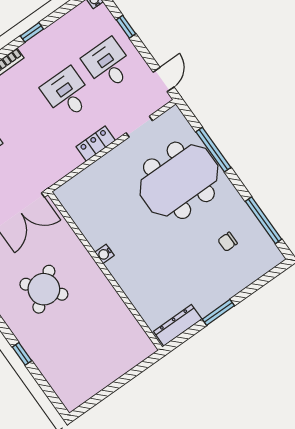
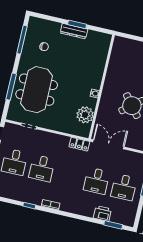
locker: (96, 144) -> (79, 144), moved
meeting table: (179, 180) -> (37, 90), turned 90
plant: (87, 215) -> (85, 115), added
dresser: (178, 325) -> (74, 31), moved

